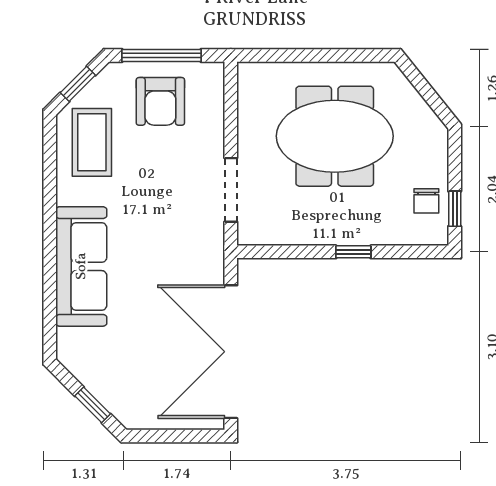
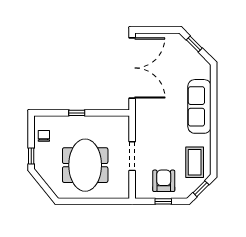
window: (162, 55) -> (163, 201), width x0.46
meeting table: (335, 136) -> (85, 165), turned 90
doorway: (231, 190) -> (132, 156), moved
window: (455, 209) -> (31, 156), moved

